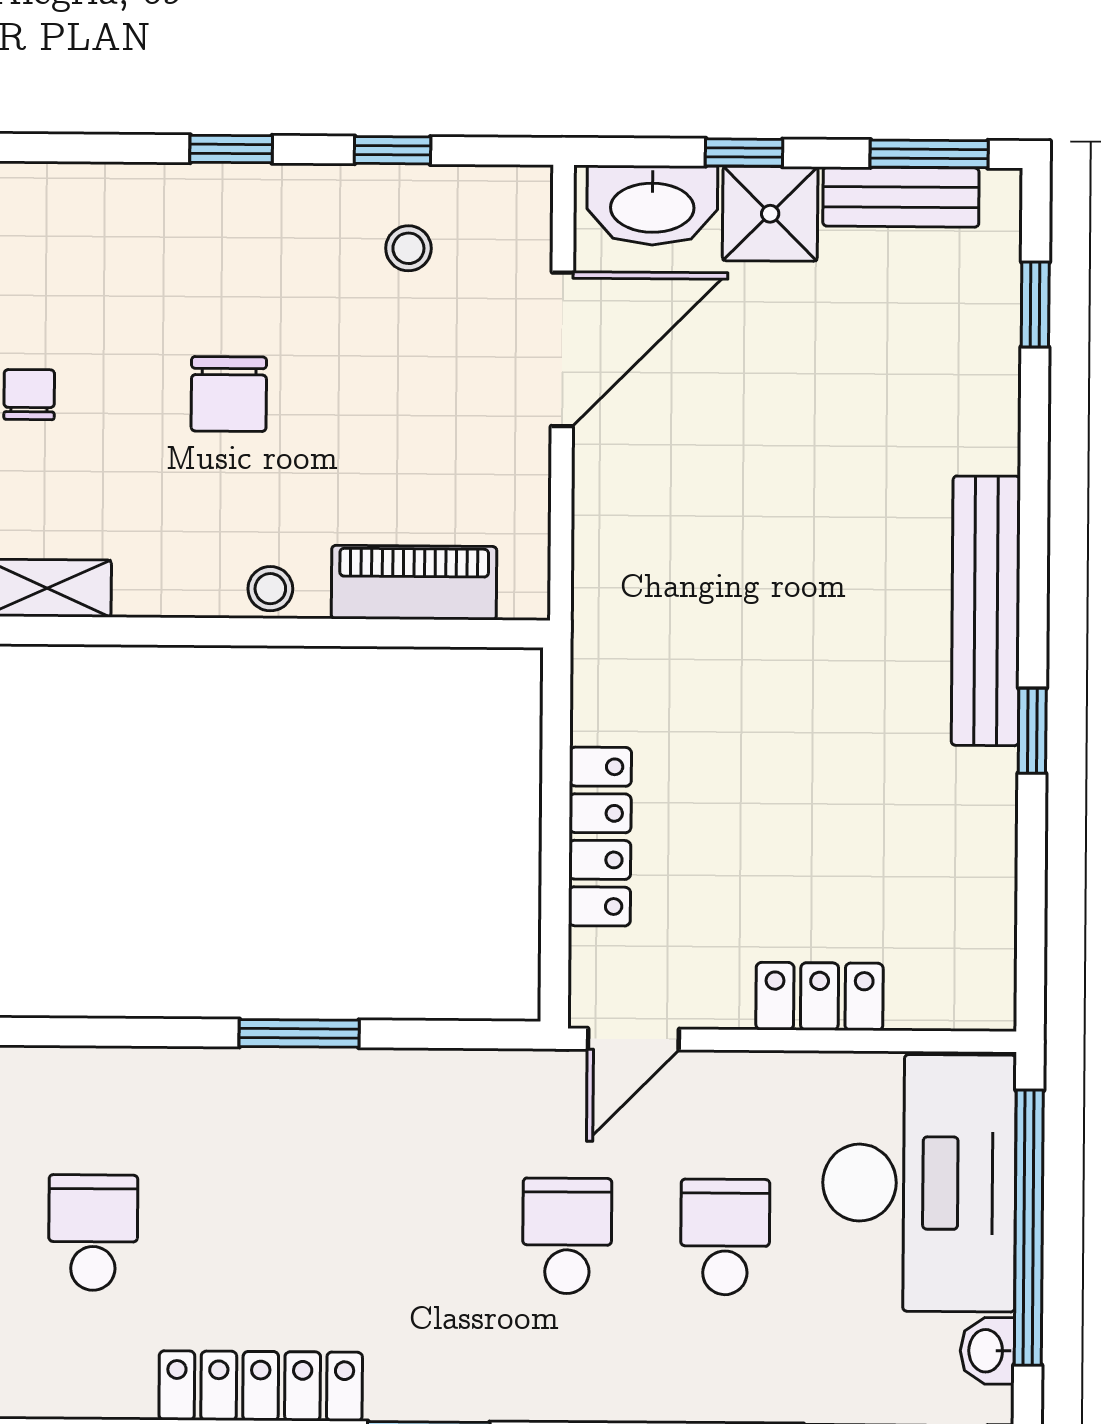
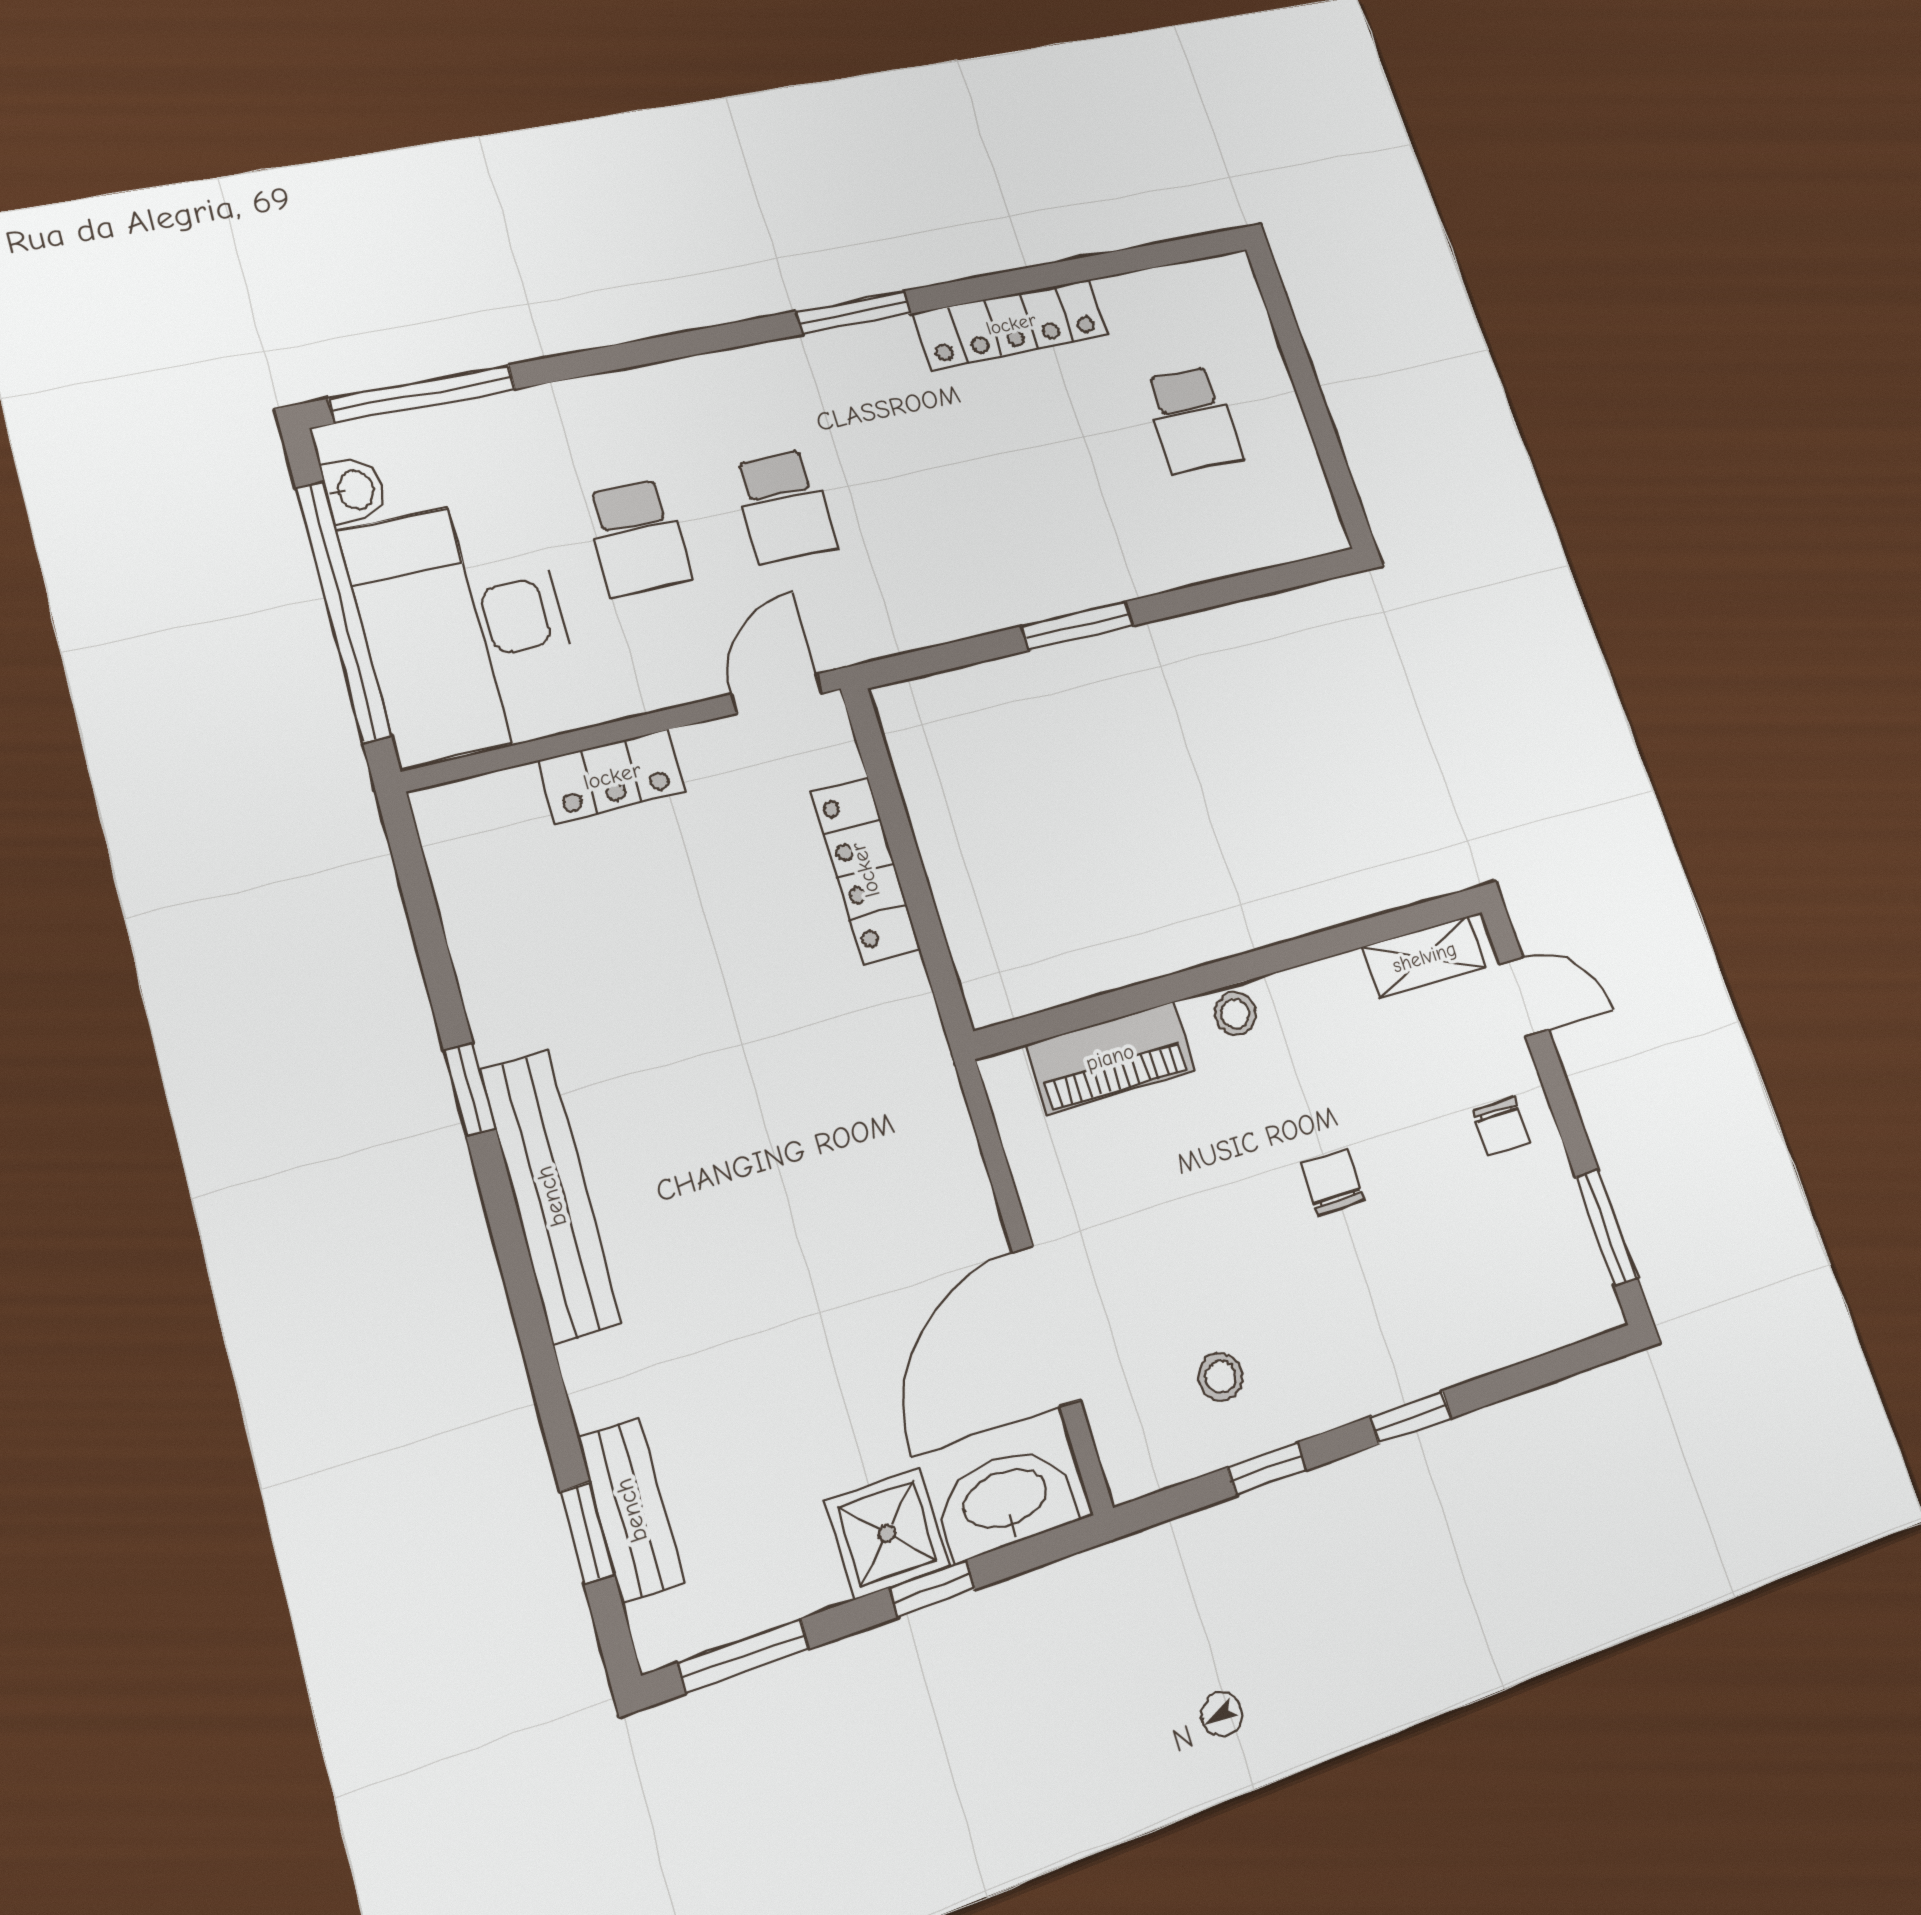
bench: (901, 197) -> (631, 1510), moved, turned 90
chair: (229, 394) -> (1333, 1182), width x0.73, depth x0.73

